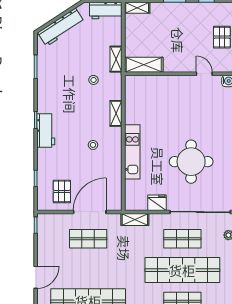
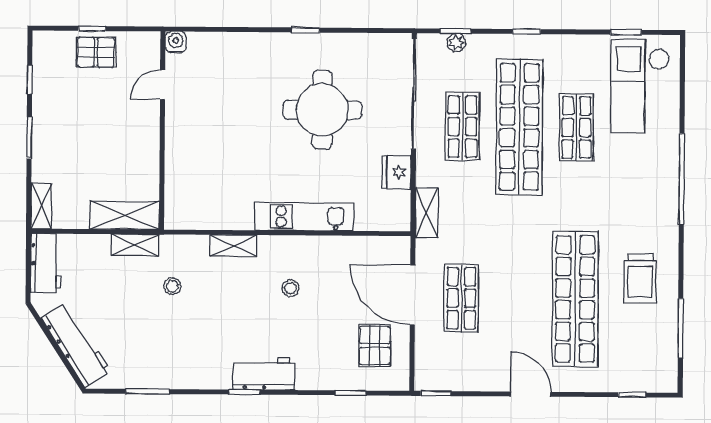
shelving: (144, 65) -> (124, 215), moved, turned 90
pallet: (62, 191) -> (375, 345), turned 90

